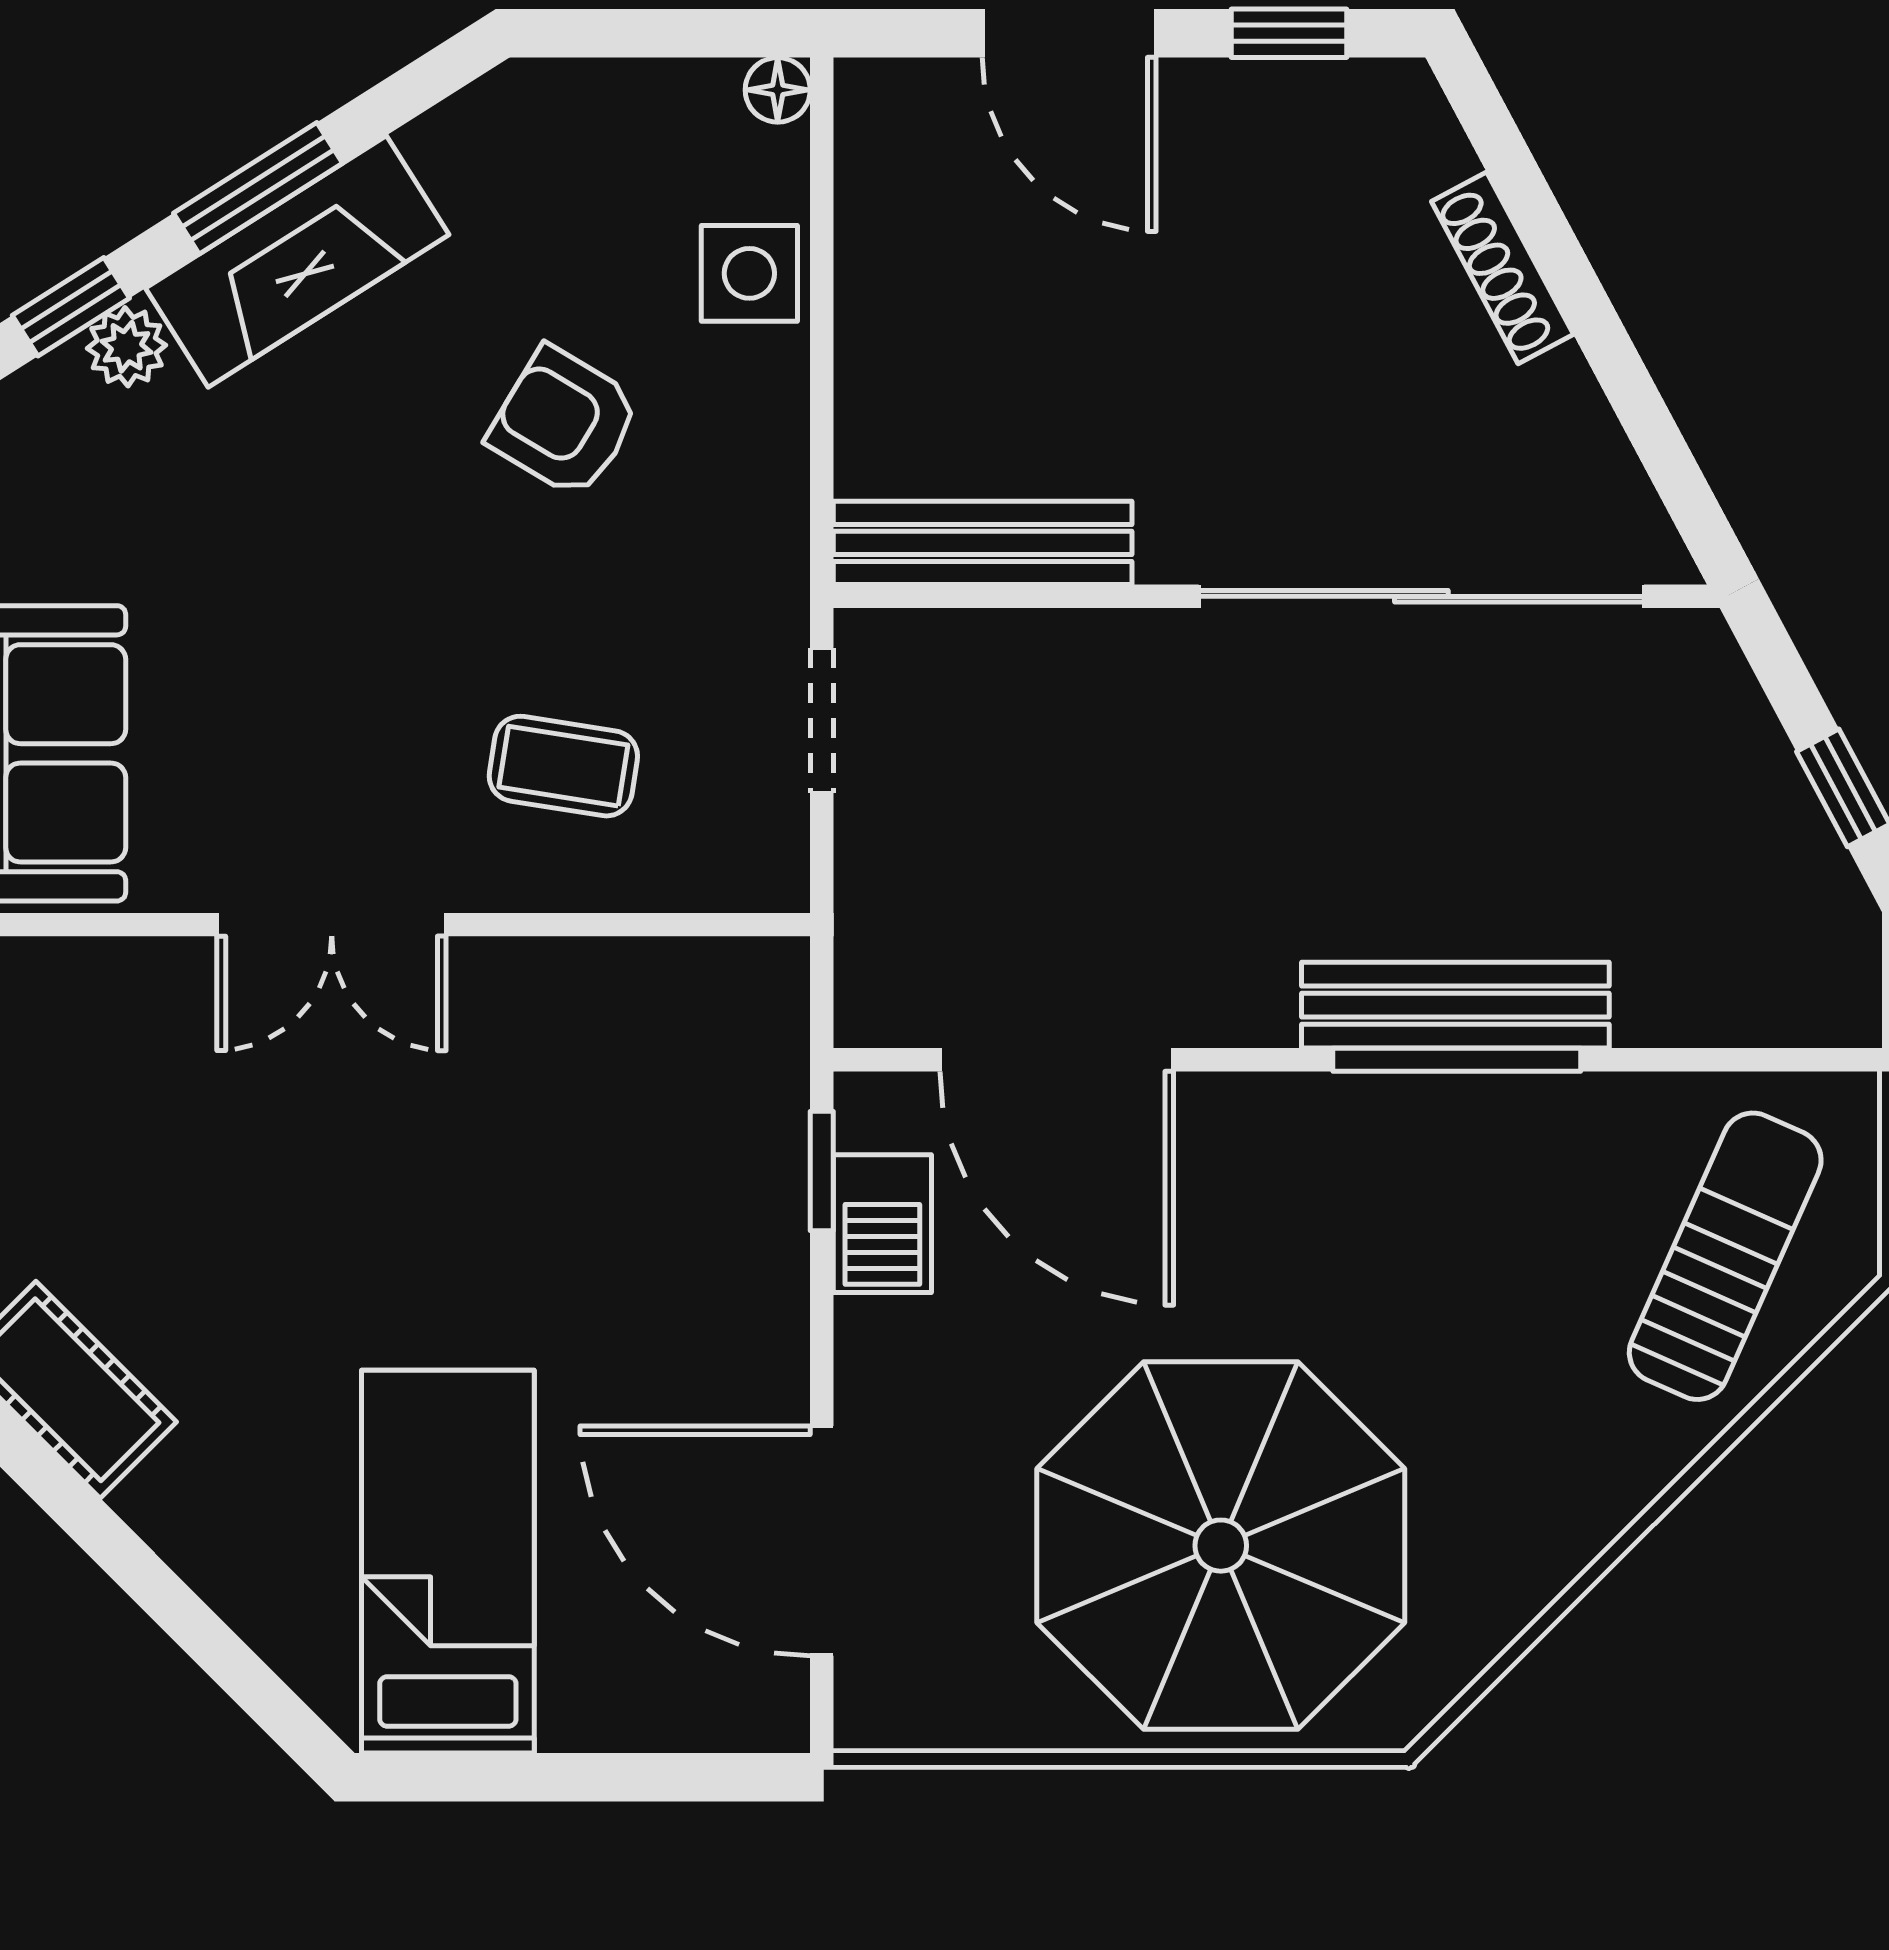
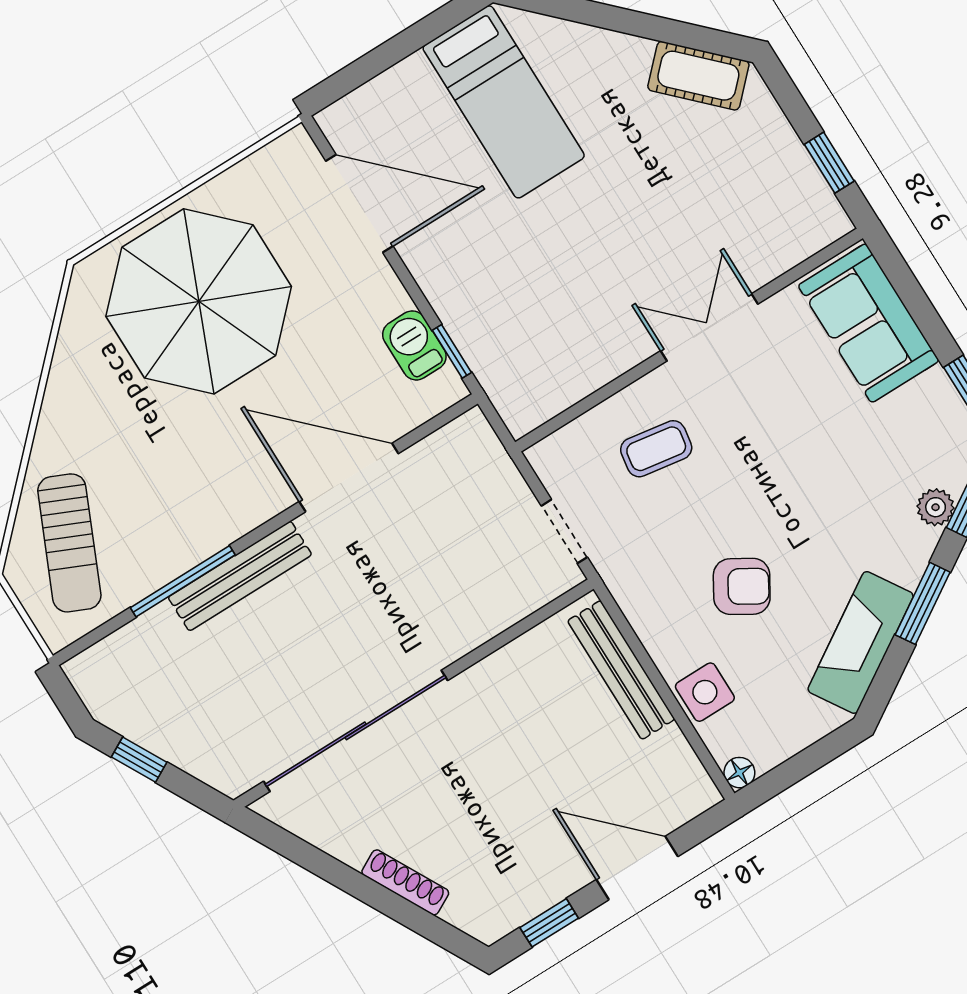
fireplace: (297, 261) -> (861, 642), moved
bench: (983, 543) -> (621, 670), moved, turned 90
door: (1057, 1060) -> (349, 477), moved
window: (1457, 1060) -> (183, 581), moved

